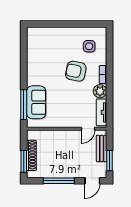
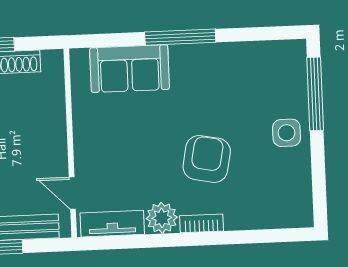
window: (50, 24) -> (315, 94), added
side table: (89, 46) -> (287, 133), moved
window: (24, 105) -> (180, 37), moved

